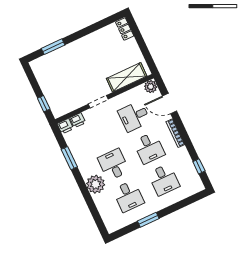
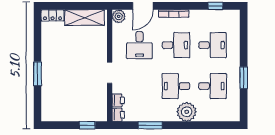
window: (53, 47) -> (38, 74), moved
shelving: (127, 77) -> (85, 18), moved, turned 90

